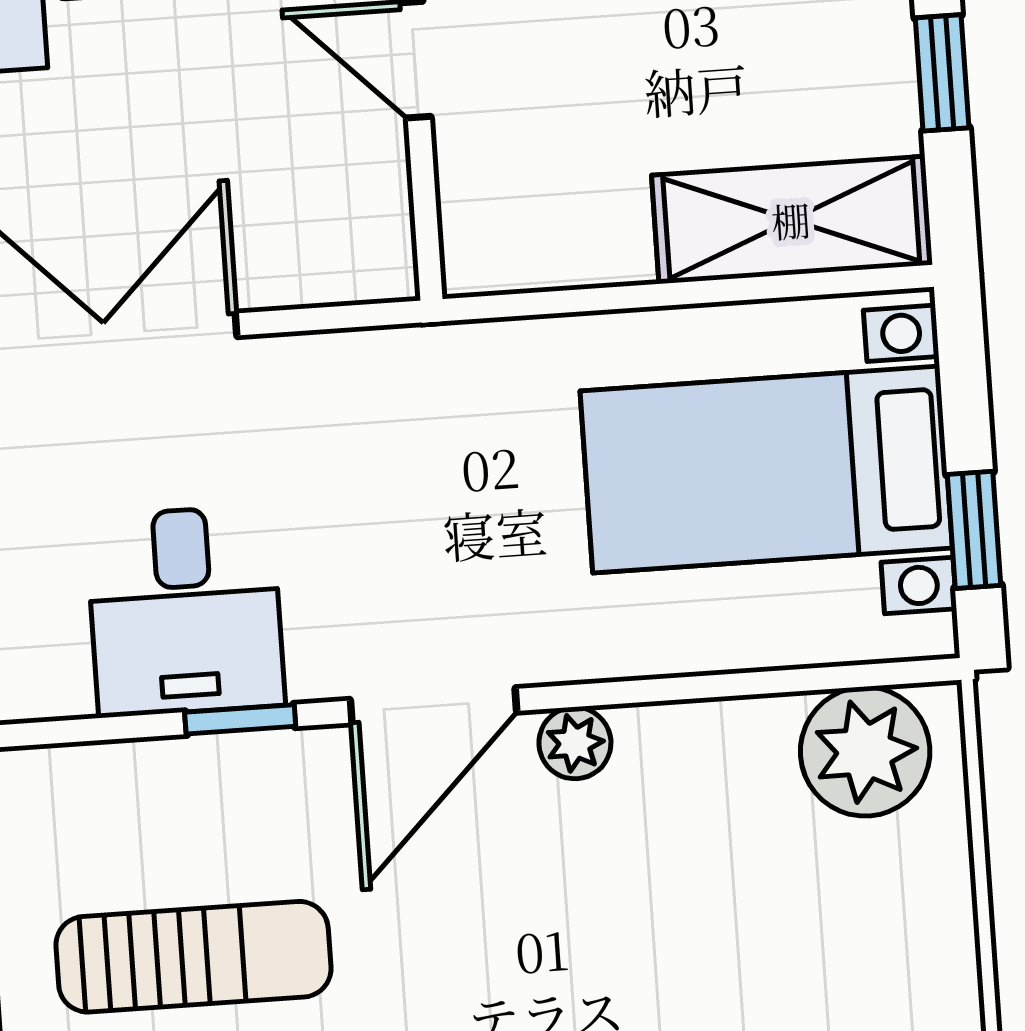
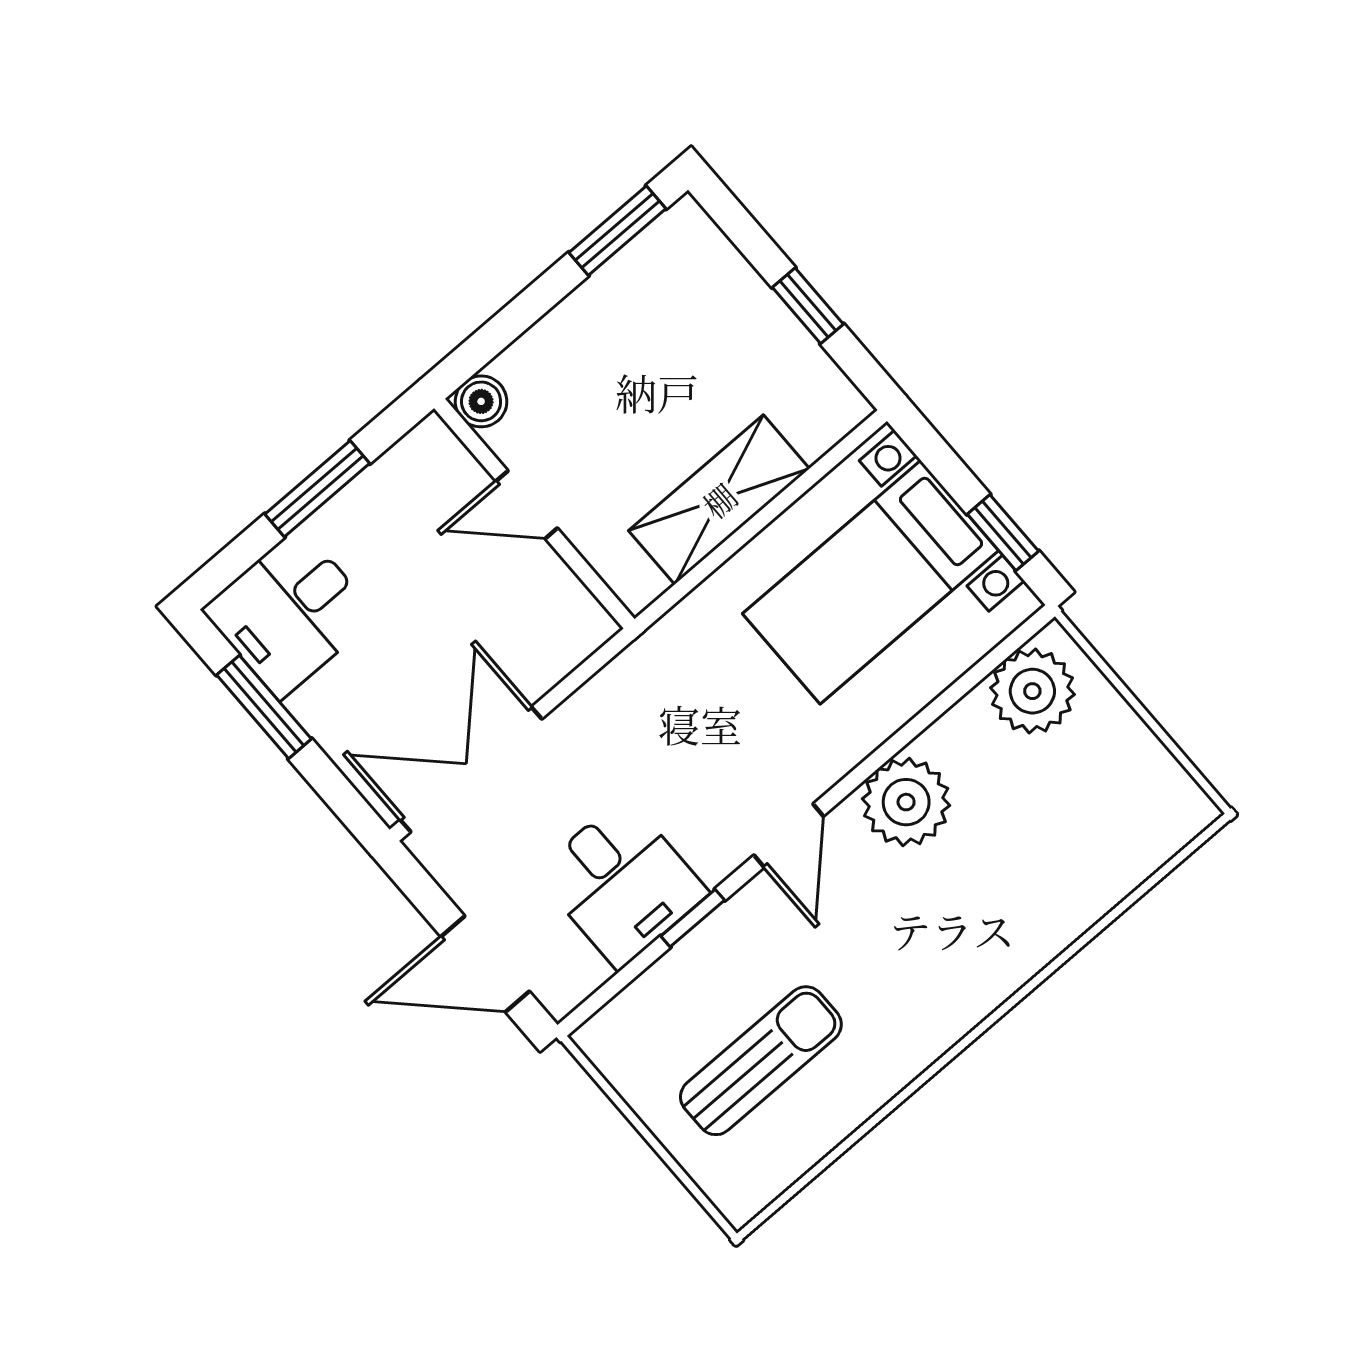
shelving: (791, 220) -> (719, 500), moved
door: (434, 706) -> (789, 836), width x0.73
plant: (575, 743) -> (906, 802), width x1.87, depth x1.87

